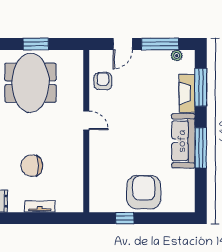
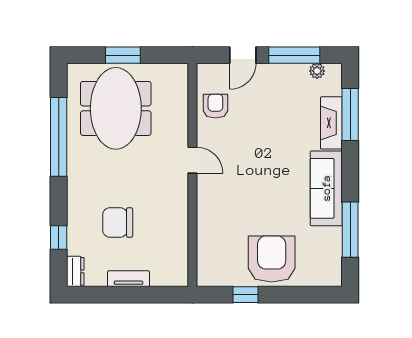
window: (201, 148) -> (350, 230), moved

